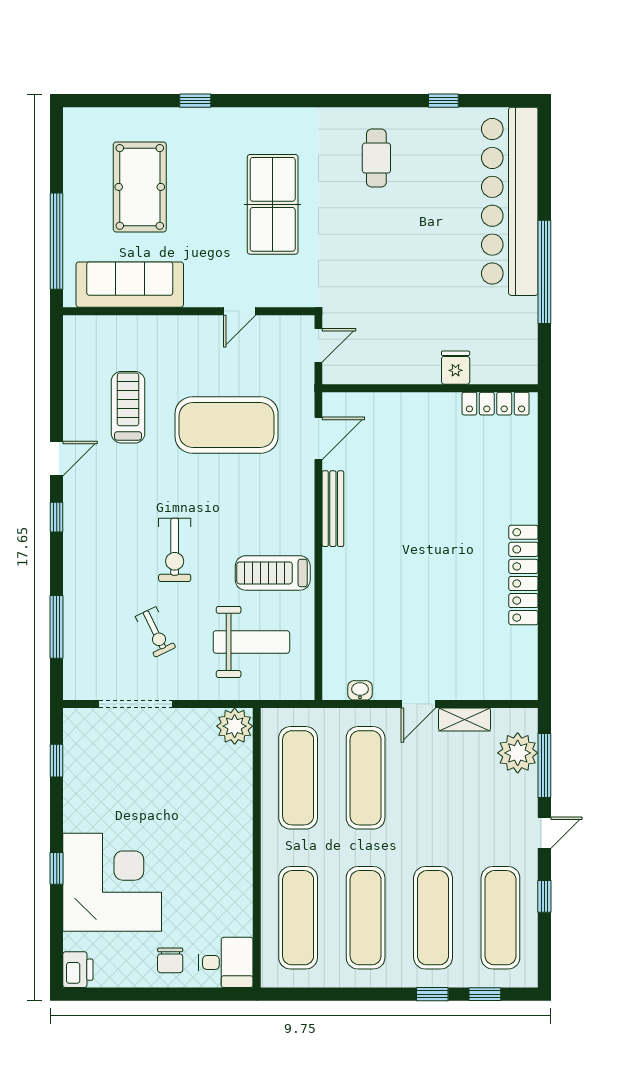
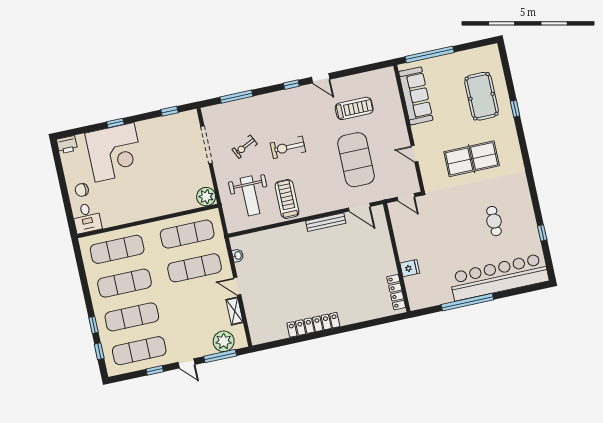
cafe table: (376, 158) -> (494, 221), moved, turned 90
pool table: (140, 187) -> (481, 96), moved, turned 90

